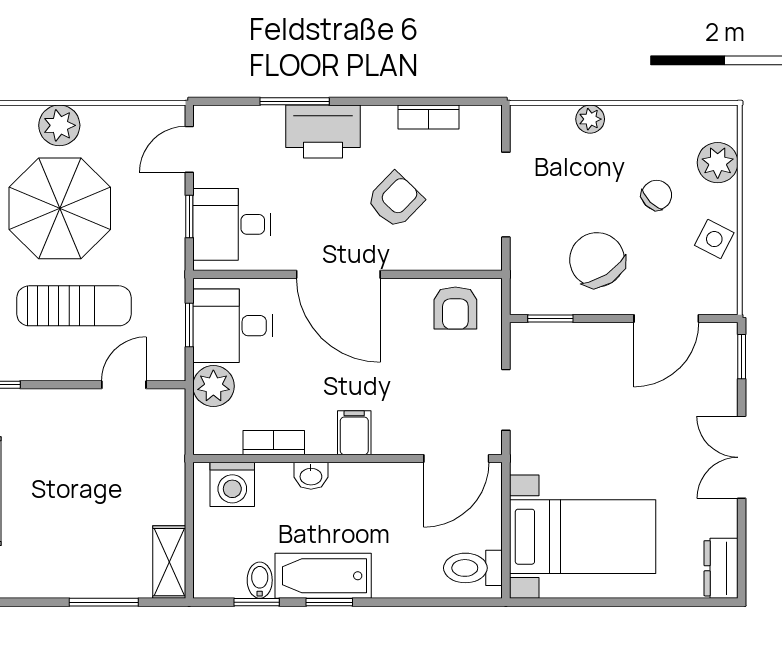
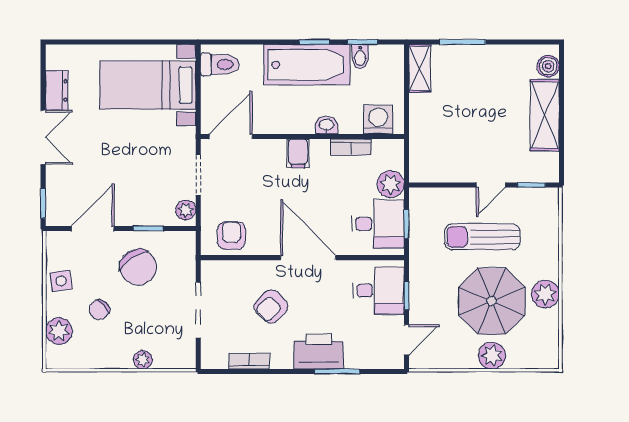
side table: (714, 239) -> (61, 281), turned -35
window: (550, 319) -> (148, 229), moved
plant: (525, 347) -> (186, 210), added
door: (124, 385) -> (491, 185), moved
dresser: (721, 568) -> (57, 90), moved
bathtub: (323, 576) -> (307, 65), width x1.36, depth x1.36

